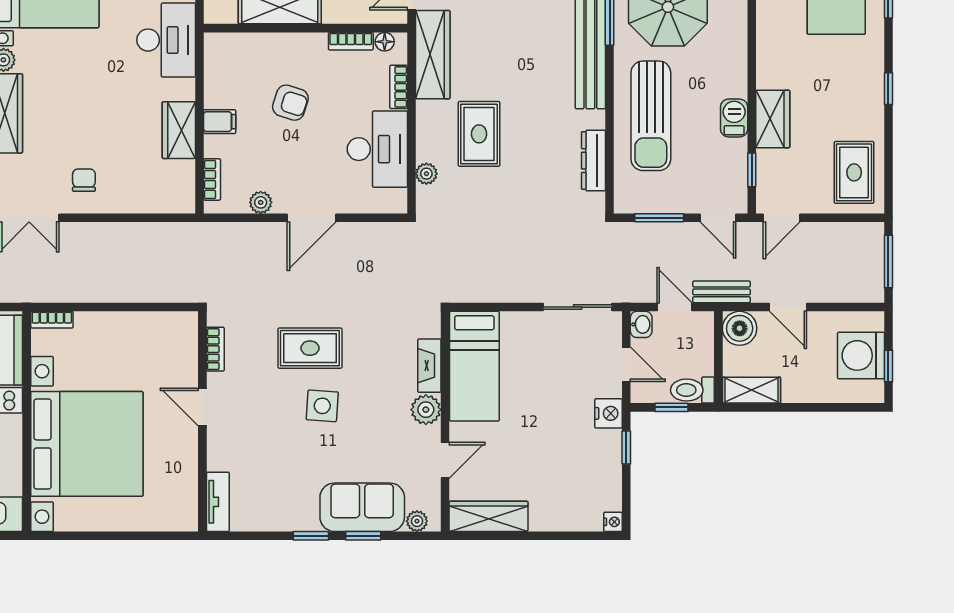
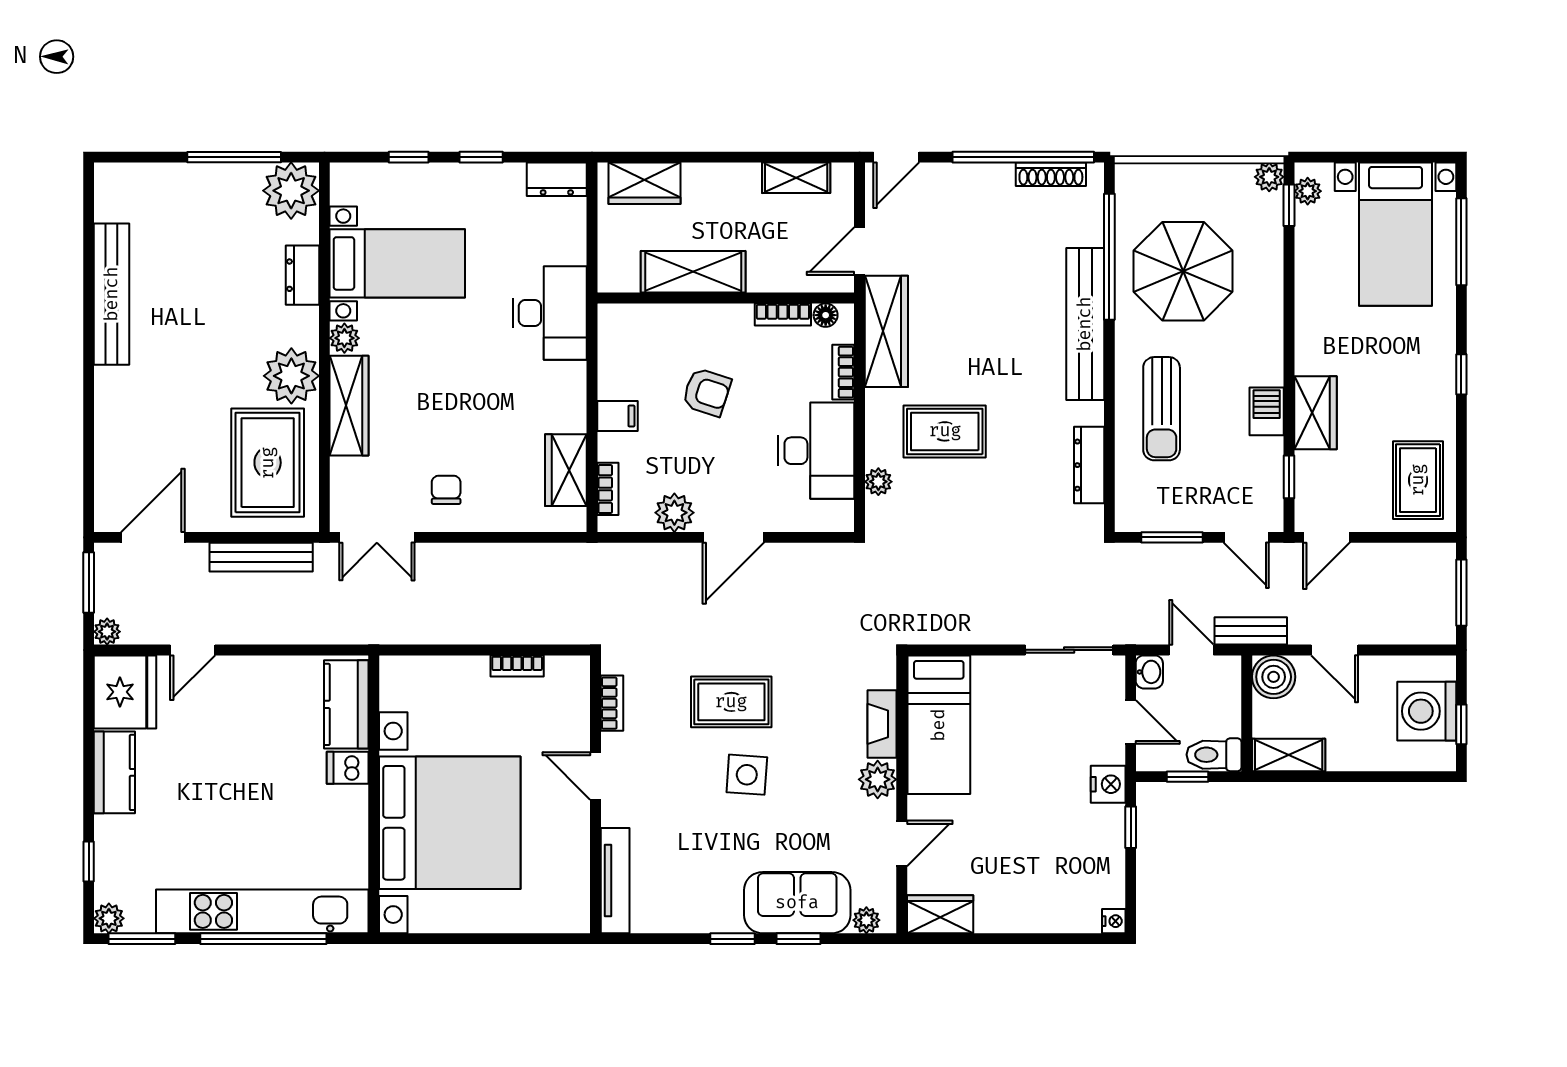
sun lounger: (651, 116) -> (1162, 409), width x0.73, depth x0.75
wardrobe: (179, 130) -> (566, 470), moved
rug: (479, 134) -> (945, 431), turned 90
plant: (261, 202) -> (674, 513), width x1.38, depth x1.38
bookcase: (52, 320) -> (517, 666), moved
tv unit: (218, 502) -> (615, 881), width x1.41
wardrobe: (488, 516) -> (940, 914), width x0.67

